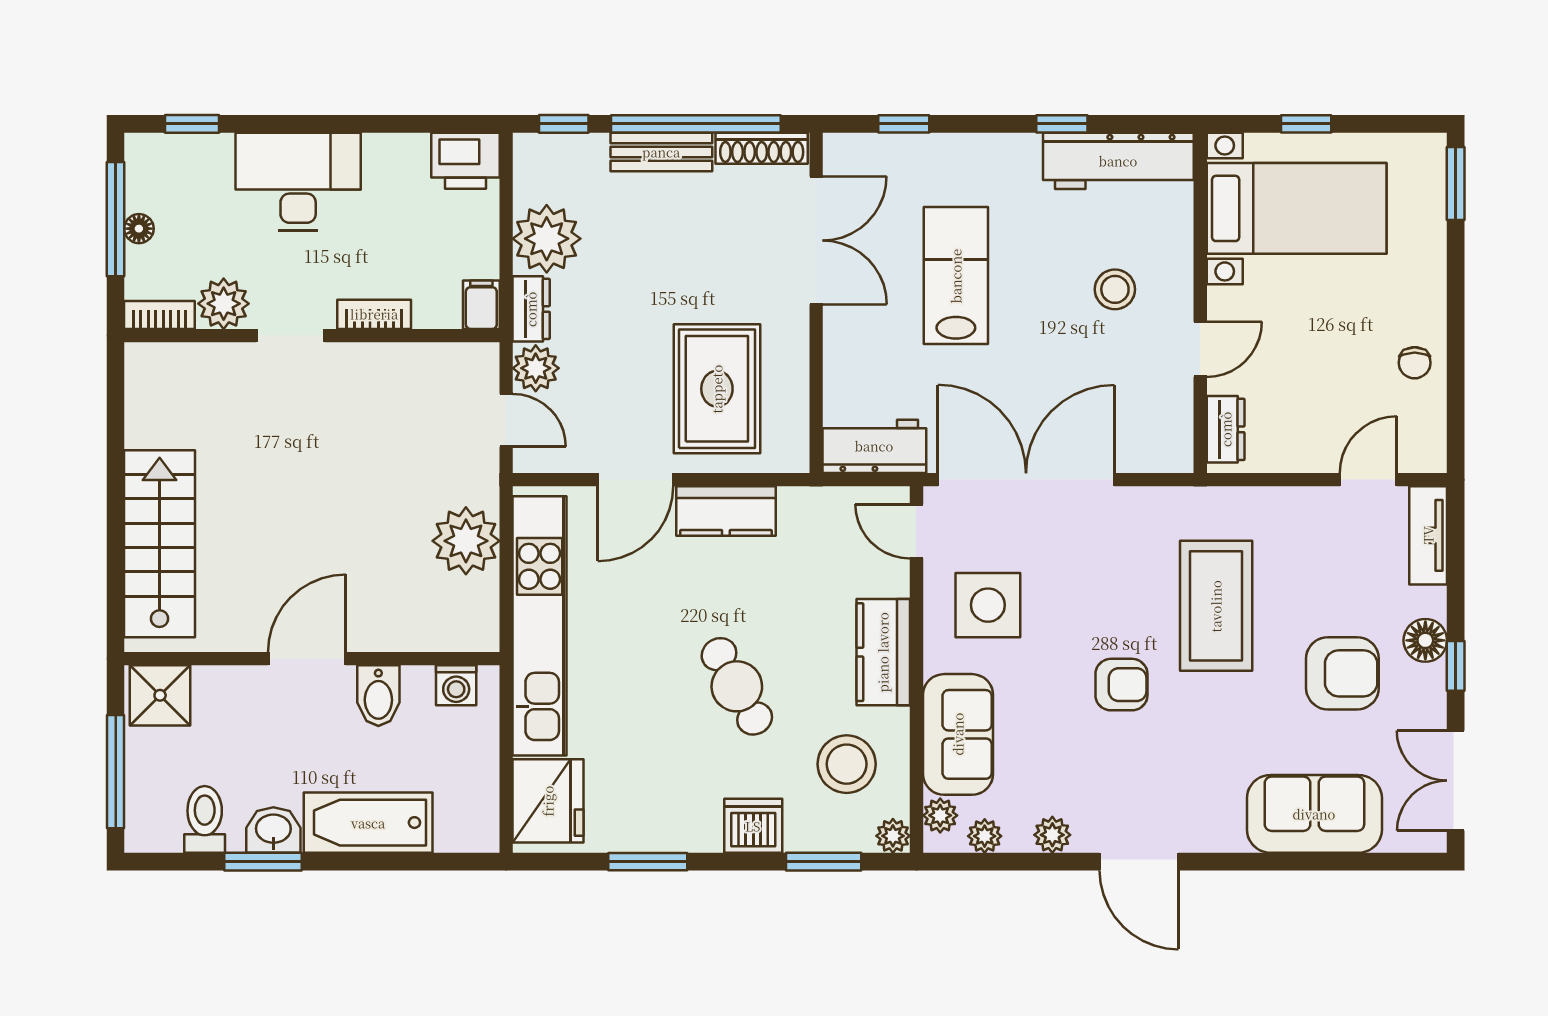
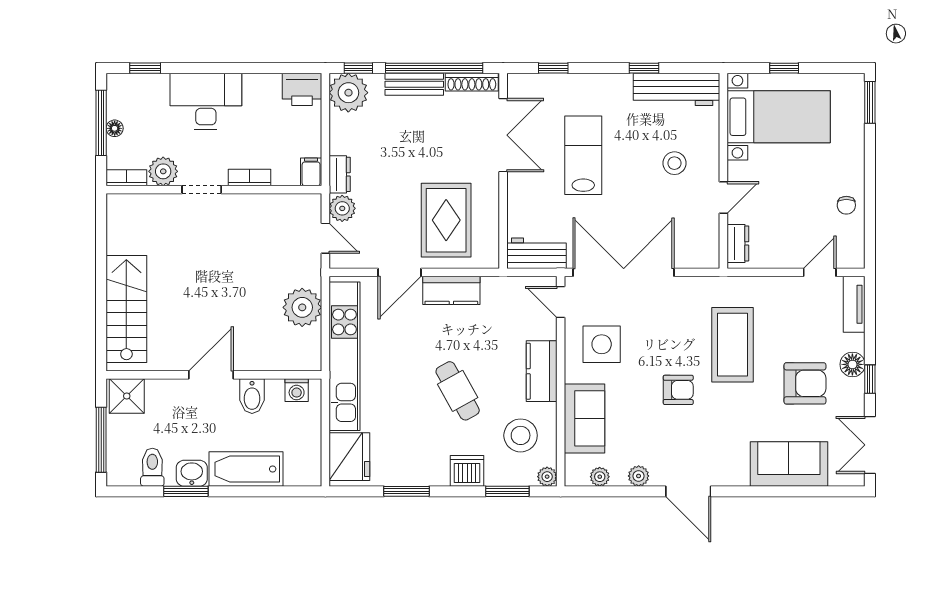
plant: (547, 239) -> (348, 93), moved
plant: (940, 815) -> (574, 465), removed

